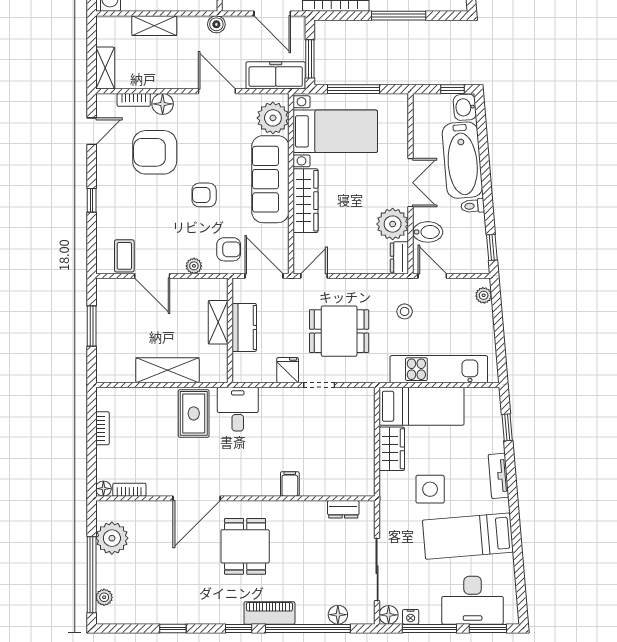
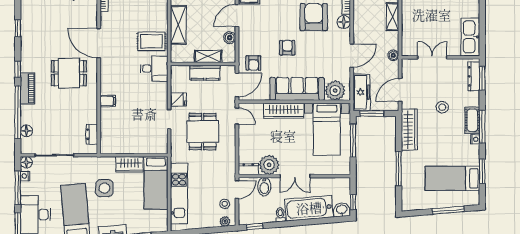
plant: (194, 266) -> (243, 41), removed
boiler: (188, 288) -> (230, 38), added
stool: (405, 311) -> (225, 204), moved

